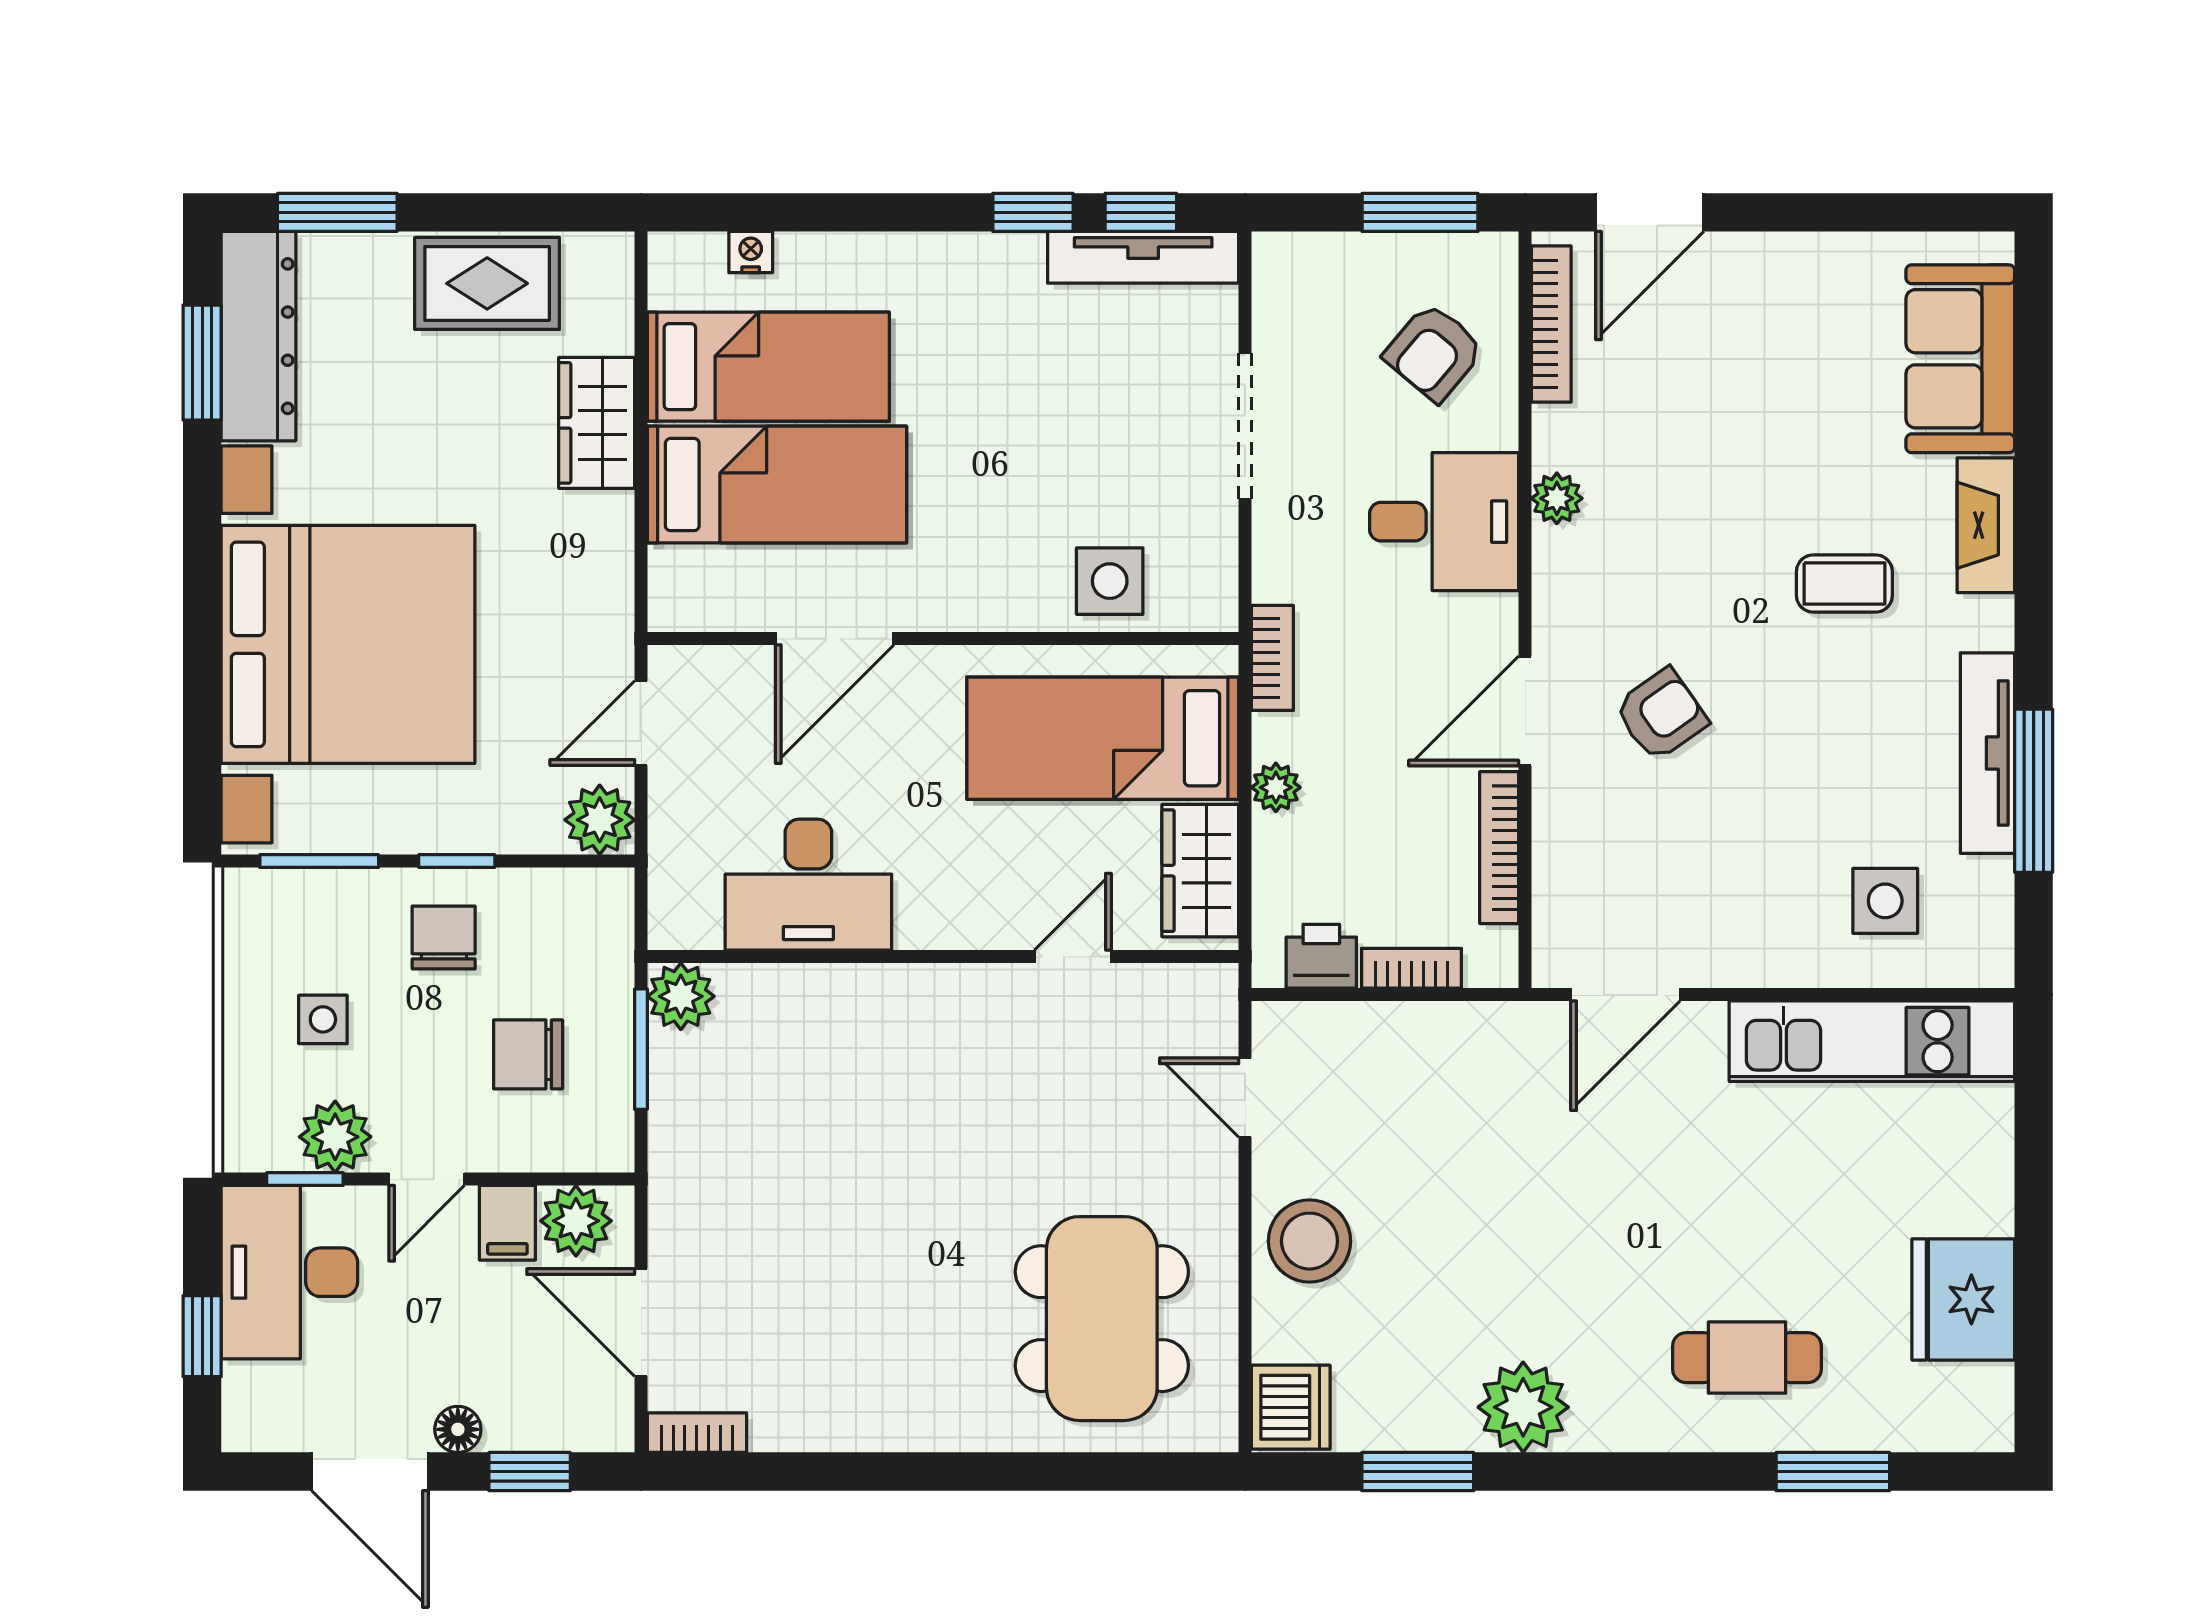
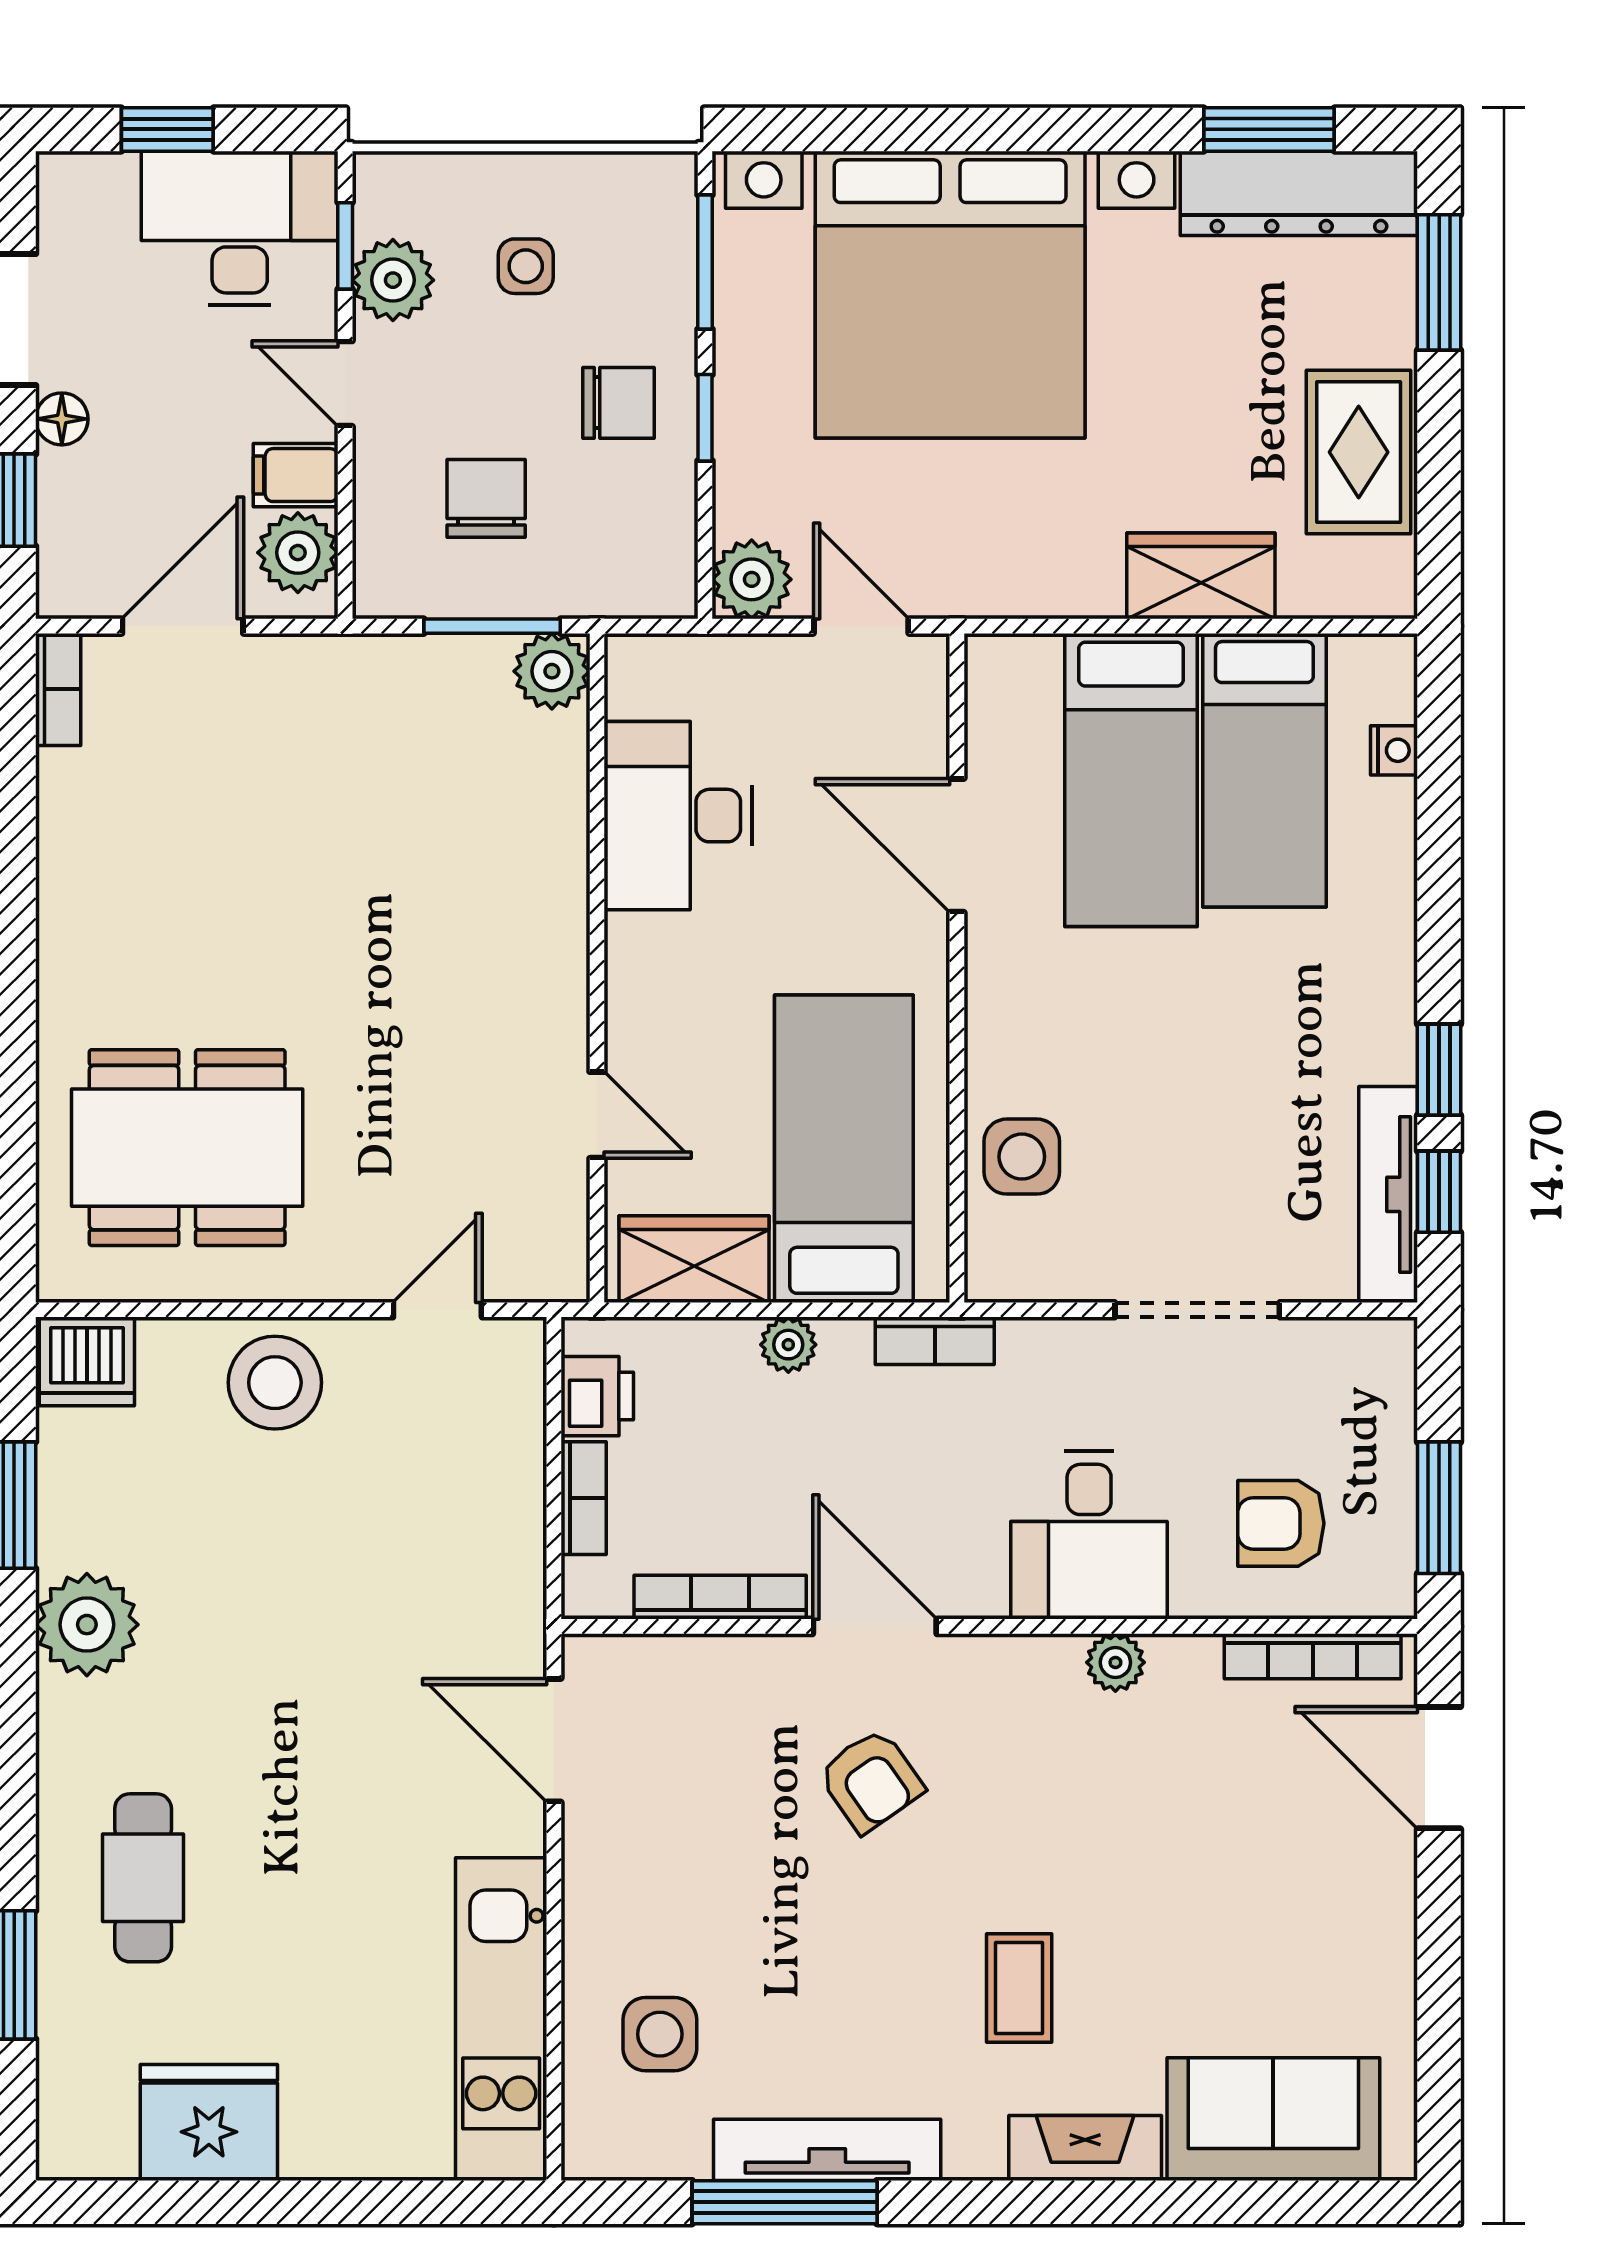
armchair: (1434, 352) -> (1281, 1523), turned -40

